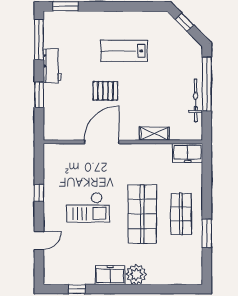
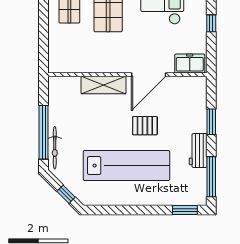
lab bench: (124, 51) -> (126, 166), width x1.86, depth x1.39
bicycle: (196, 100) -> (55, 148), moved
shelving: (154, 134) -> (103, 85), width x1.50, depth x1.33
freezer: (188, 153) -> (190, 64), moved

